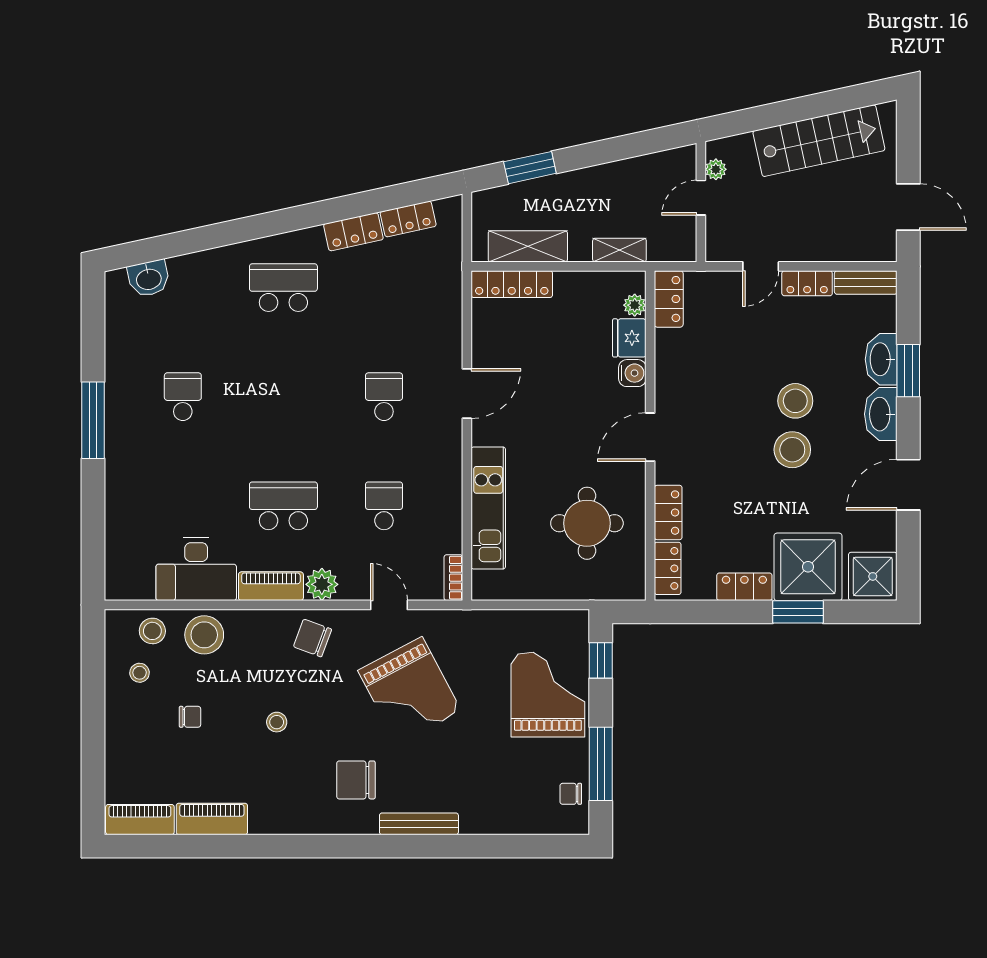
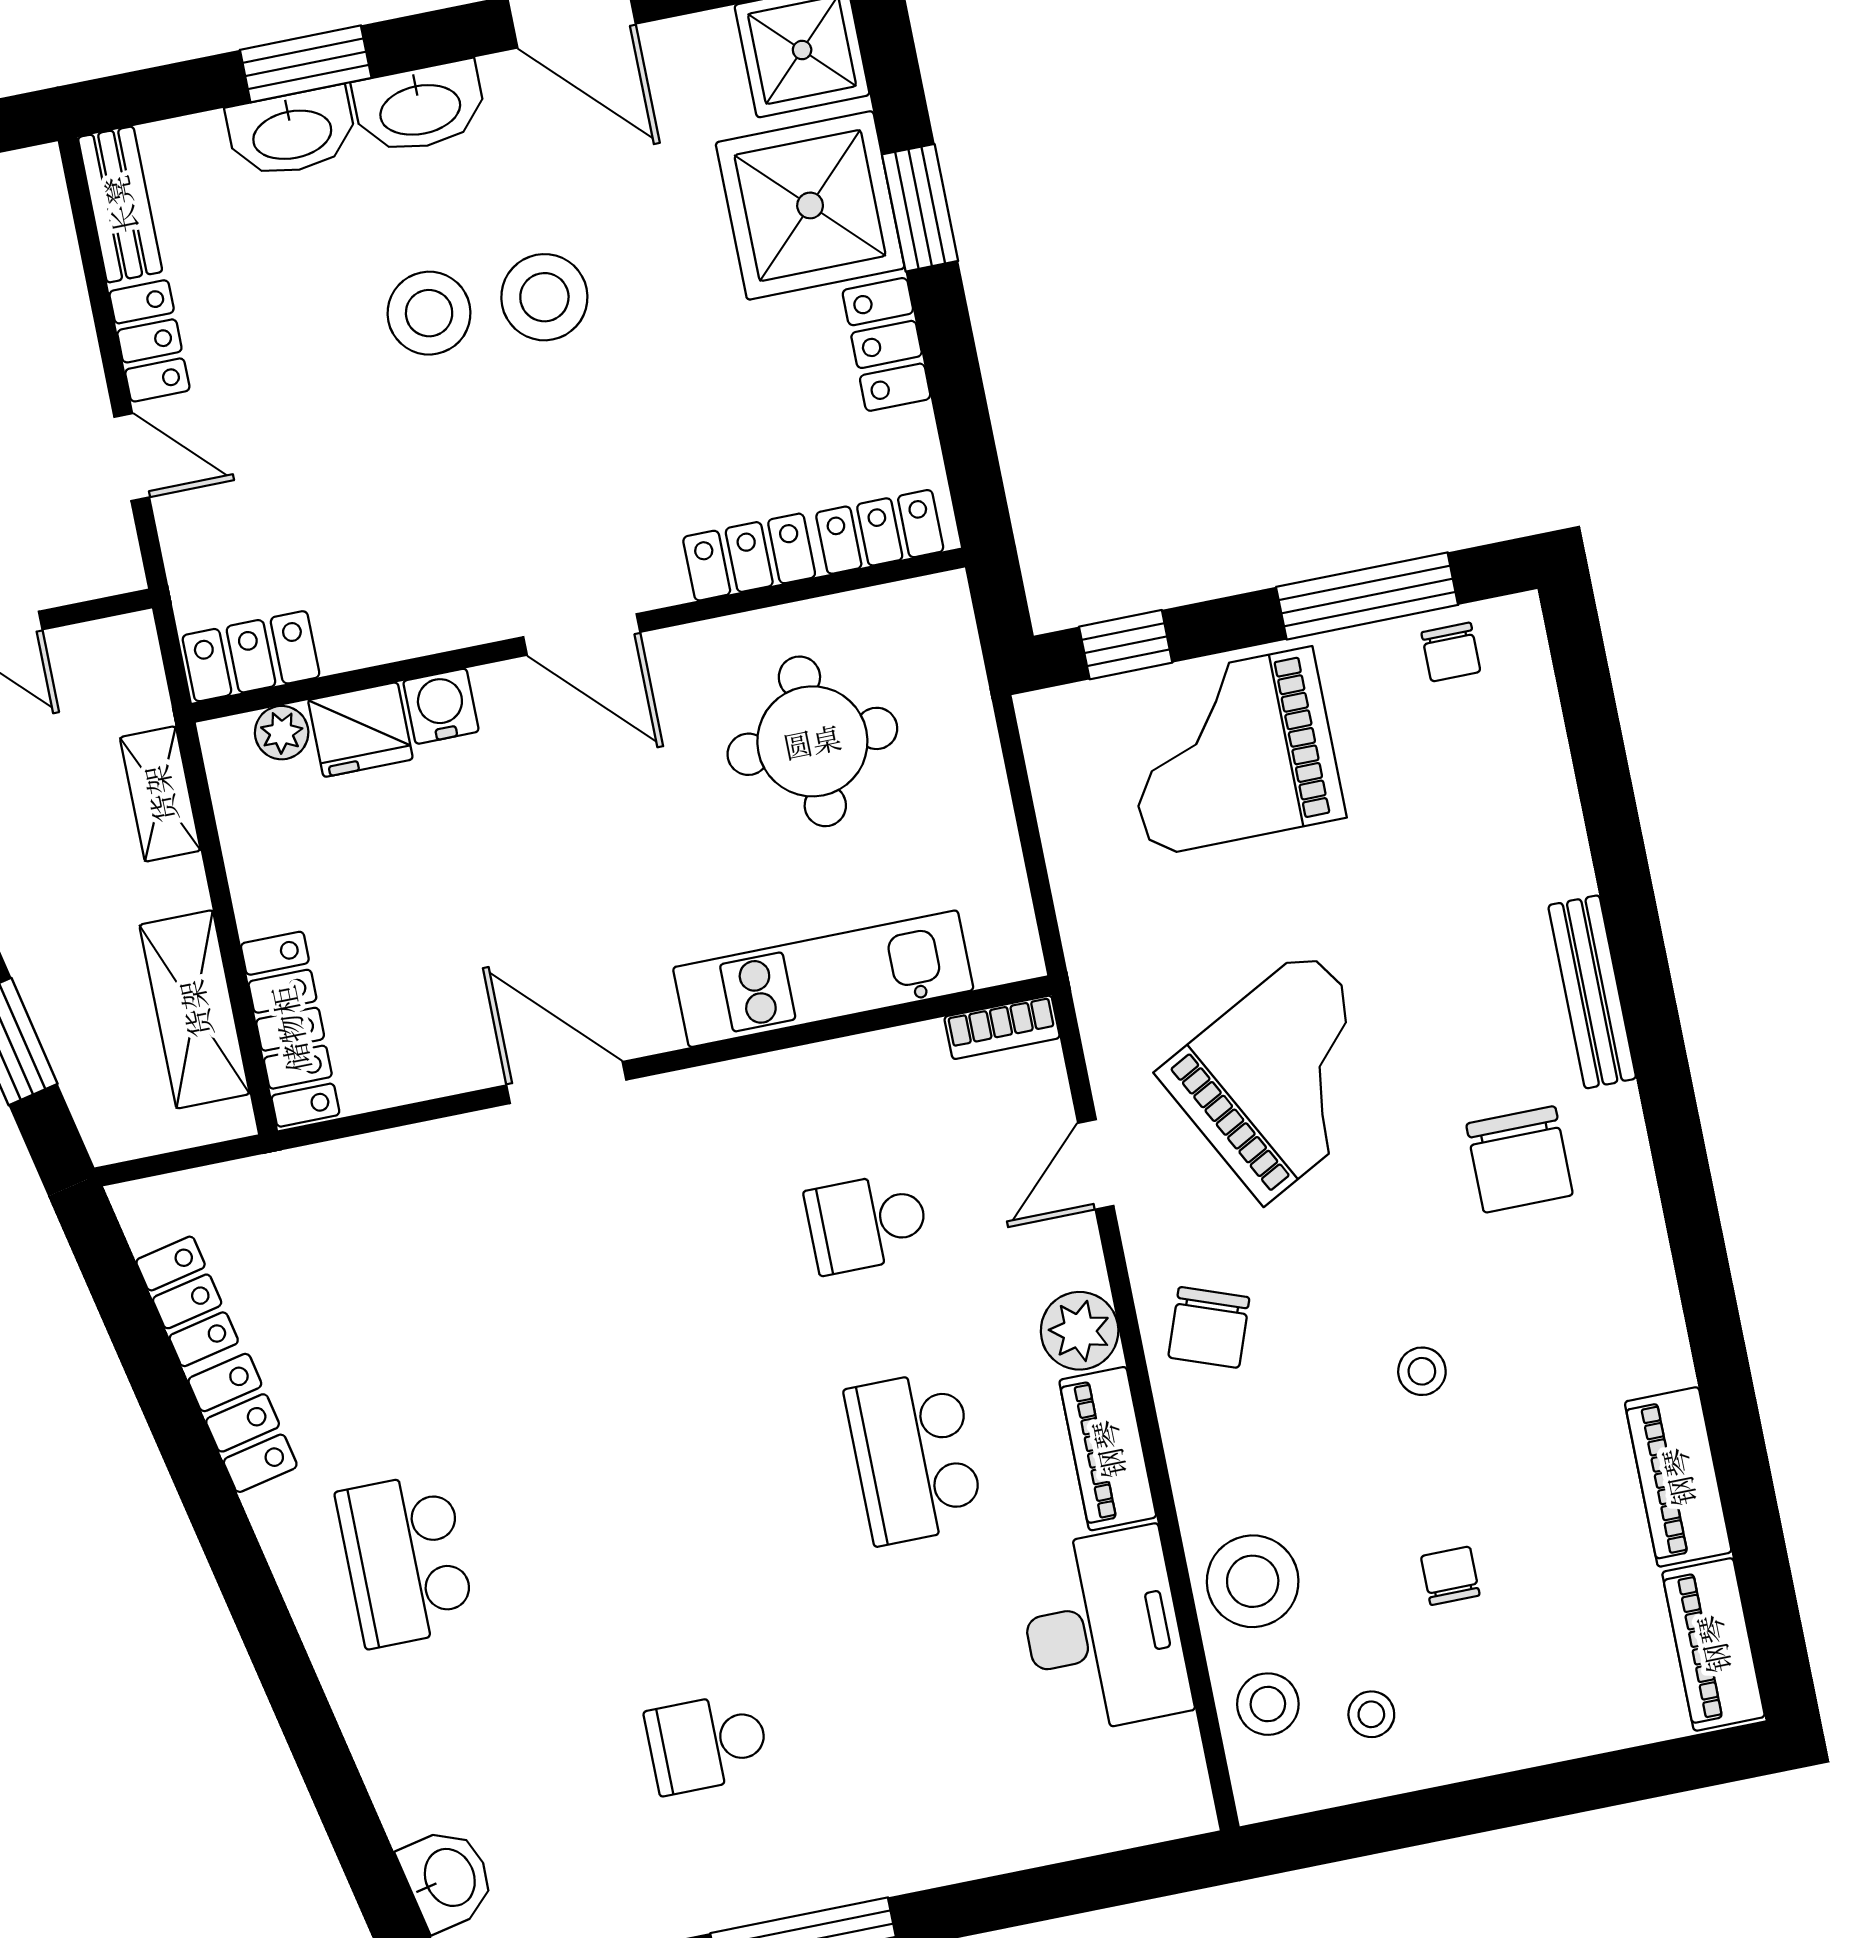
school desk: (384, 397) -> (613, 1274), removed

